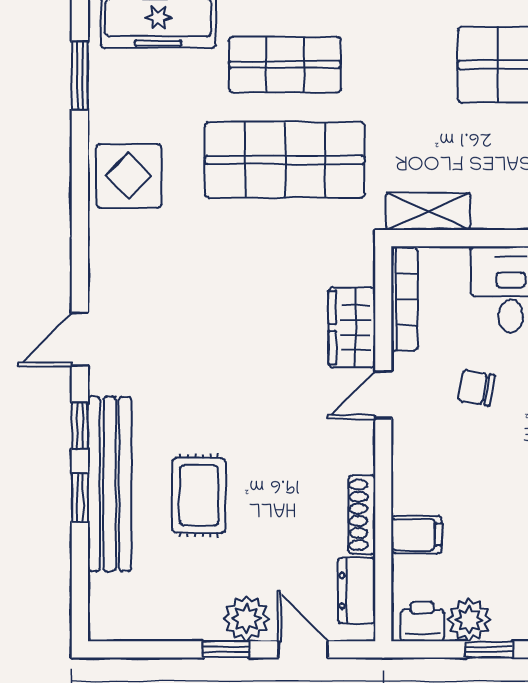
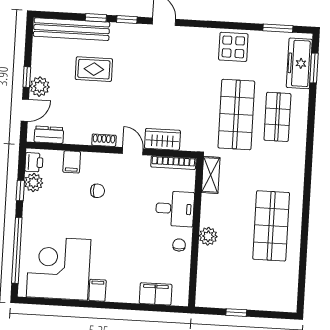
chair: (476, 388) -> (97, 191), moved, turned 80
bench: (110, 484) -> (72, 29), moved
shoe rack: (362, 515) -> (104, 140), moved, width x0.70

